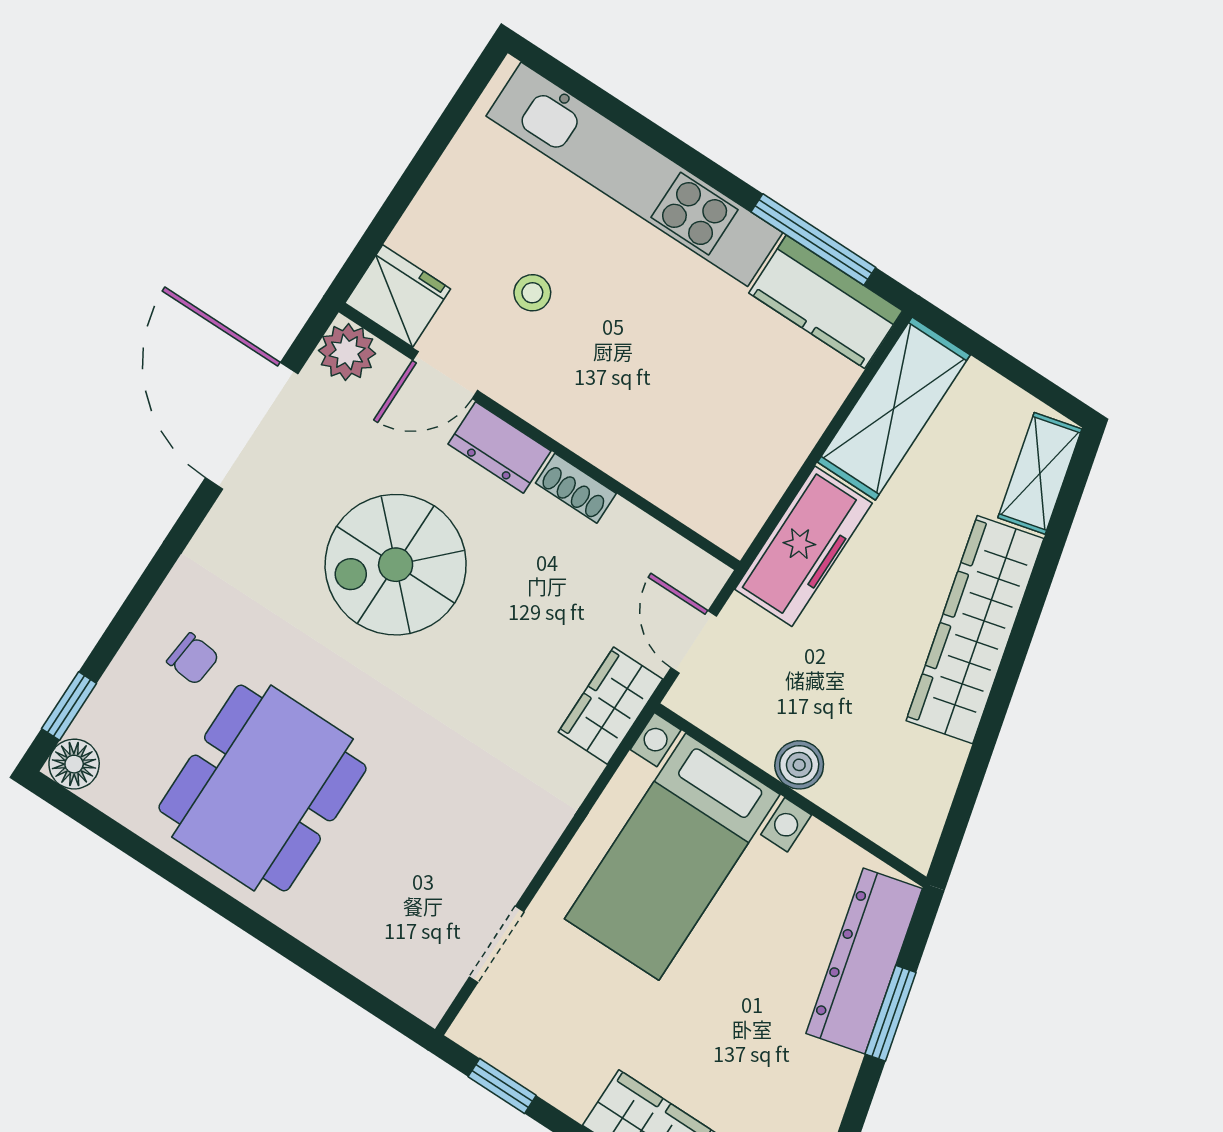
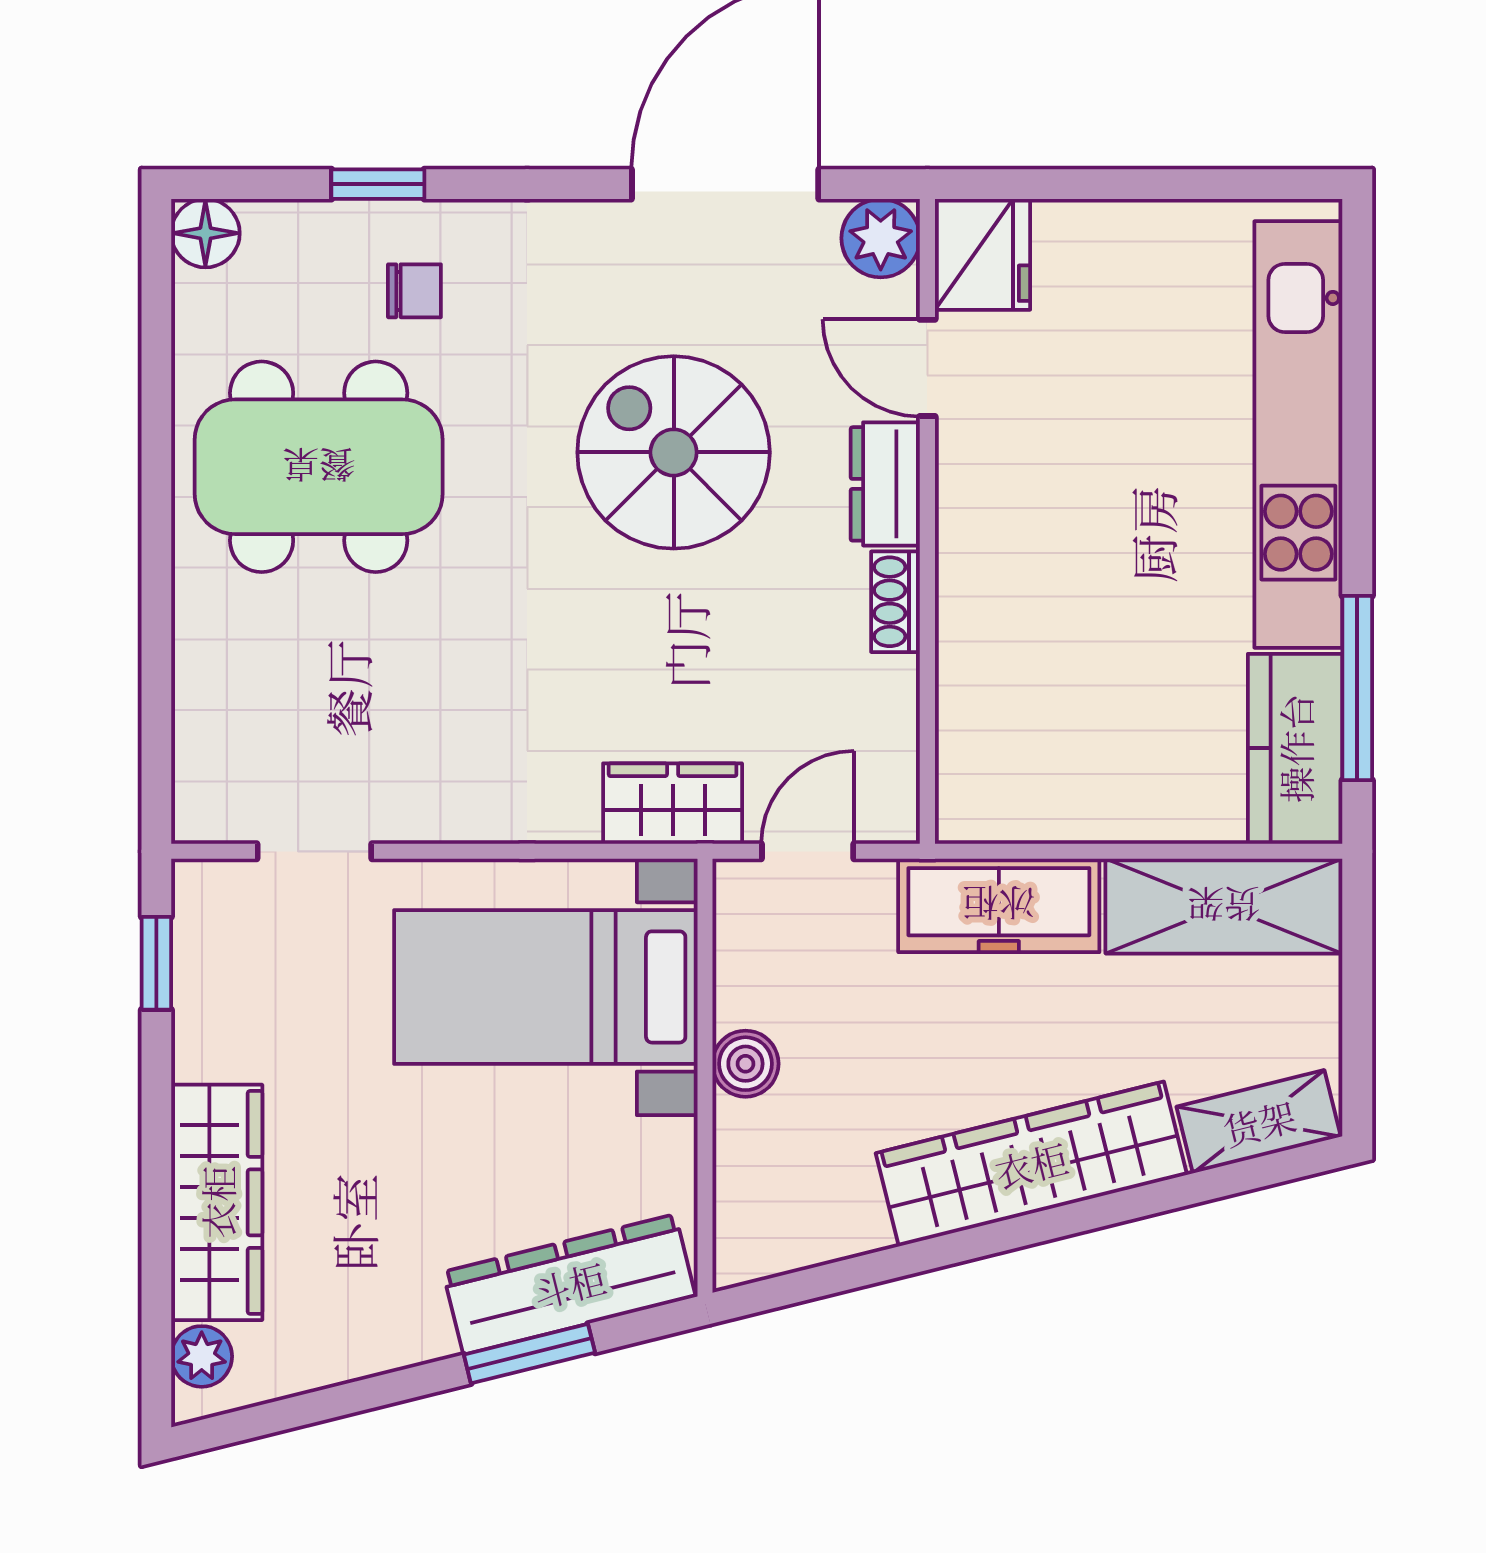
stool: (532, 293) -> (1087, 406), removed
chair: (193, 659) -> (414, 291), turned -96
window: (69, 706) -> (378, 184), moved

